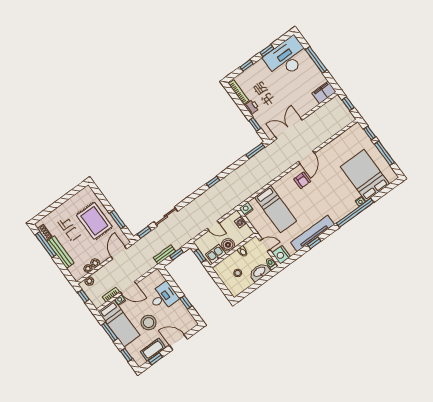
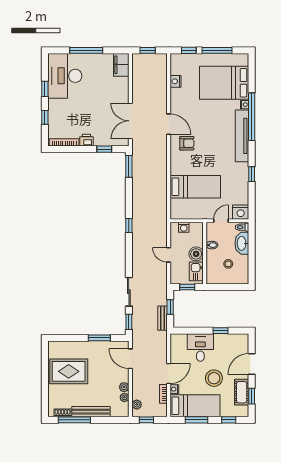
nightstand: (246, 209) -> (176, 81), moved
rug: (94, 221) -> (69, 371), moved
door: (213, 226) -> (169, 255), swing flipped
tv unit: (312, 233) -> (242, 136), moved

